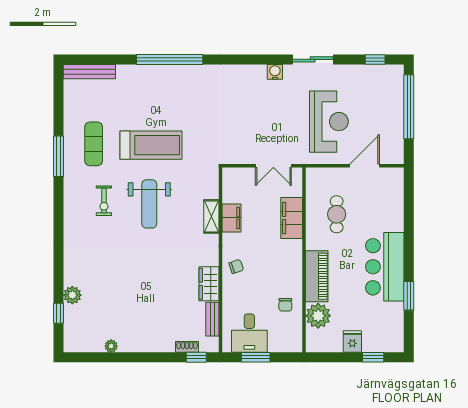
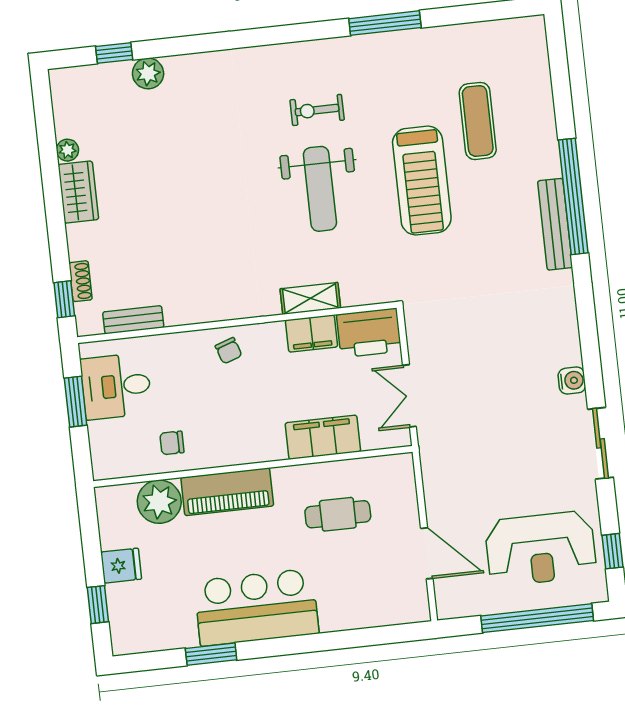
bench: (89, 72) -> (555, 224), moved
reception desk: (329, 122) -> (541, 549), moved
exercise mat: (94, 144) -> (478, 121), moved, turned 90
printer: (235, 185) -> (369, 333), added
weight bench: (149, 204) -> (320, 189), turned -90
wardrobe: (209, 284) -> (78, 192), moved, turned 90

